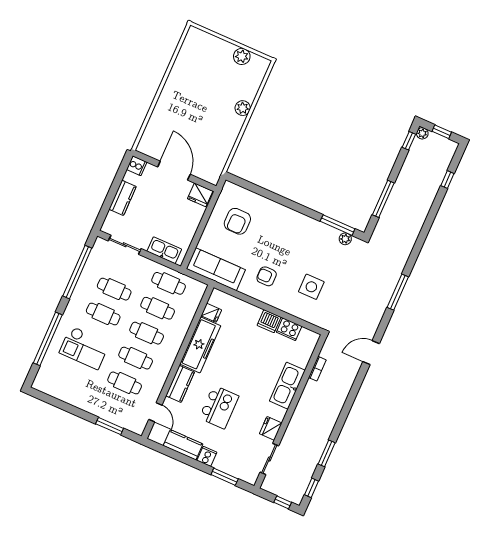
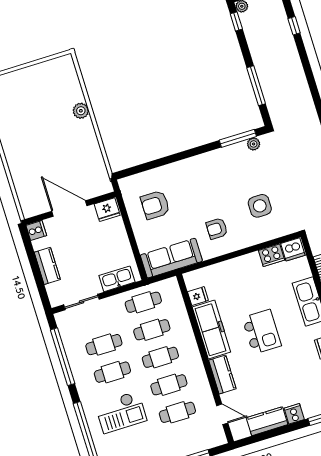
plant: (242, 56) -> (44, 70), removed
armchair: (237, 221) -> (155, 205), turned 90
dishwasher: (269, 321) -> (293, 249), moved
kitchen island: (219, 407) -> (262, 332), moved

